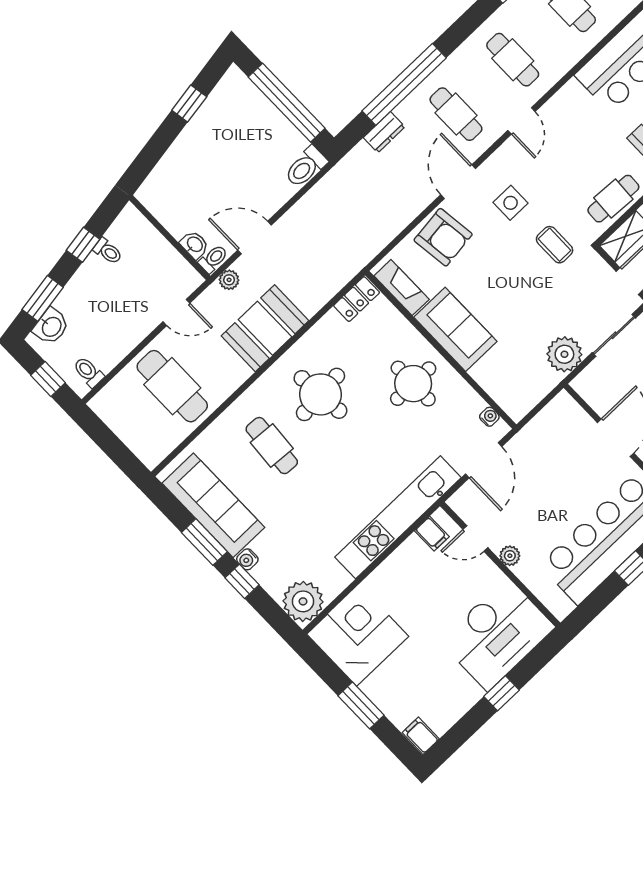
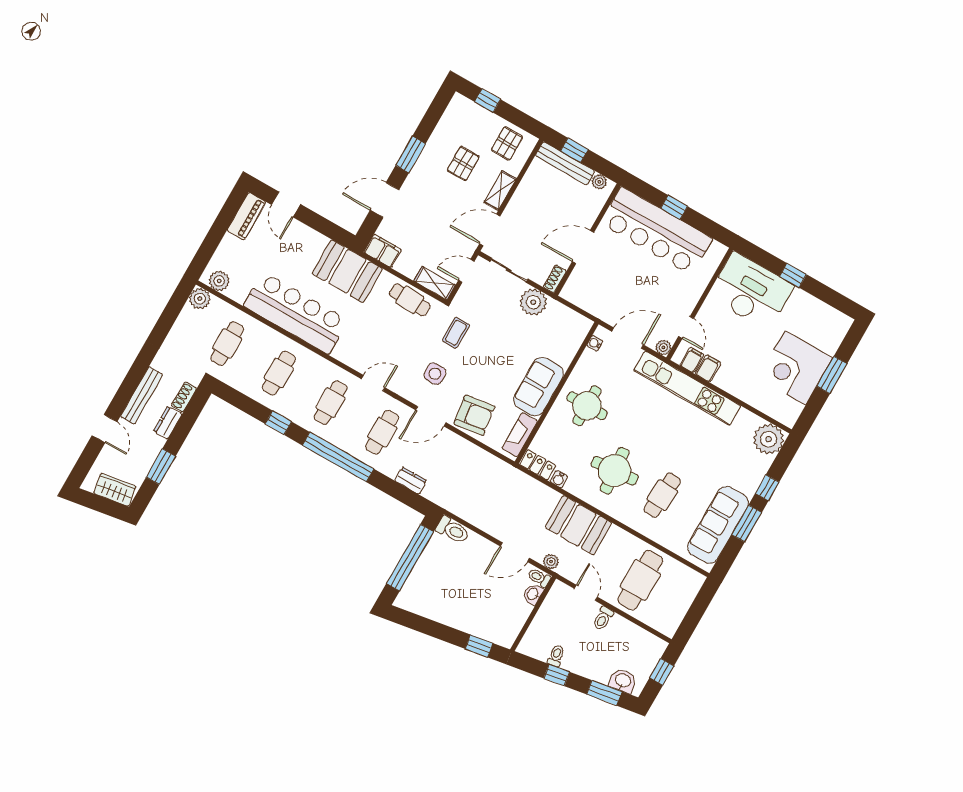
window: (404, 84) -> (338, 457), moved
window: (189, 103) -> (479, 646), moved
armchair: (443, 237) -> (474, 415), turned 89
door: (255, 238) -> (515, 552), hinge flipped
toilet: (88, 372) -> (603, 618), moved
shoe rack: (586, 390) -> (555, 279), added
plant: (510, 556) -> (663, 347), moved
water cooler: (247, 559) -> (559, 479), moved, turned 90
corner desk: (358, 635) -> (795, 368), moved
filing cabinet: (421, 736) -> (708, 368), moved, turned 180

